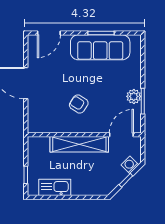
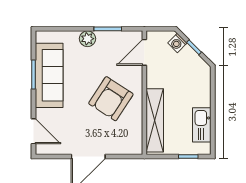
plant: (134, 96) -> (88, 39), moved
armchair: (79, 104) -> (111, 99), width x1.88, depth x1.88
door: (121, 135) -> (144, 52), hinge flipped
shelving: (79, 144) -> (155, 120), moved

